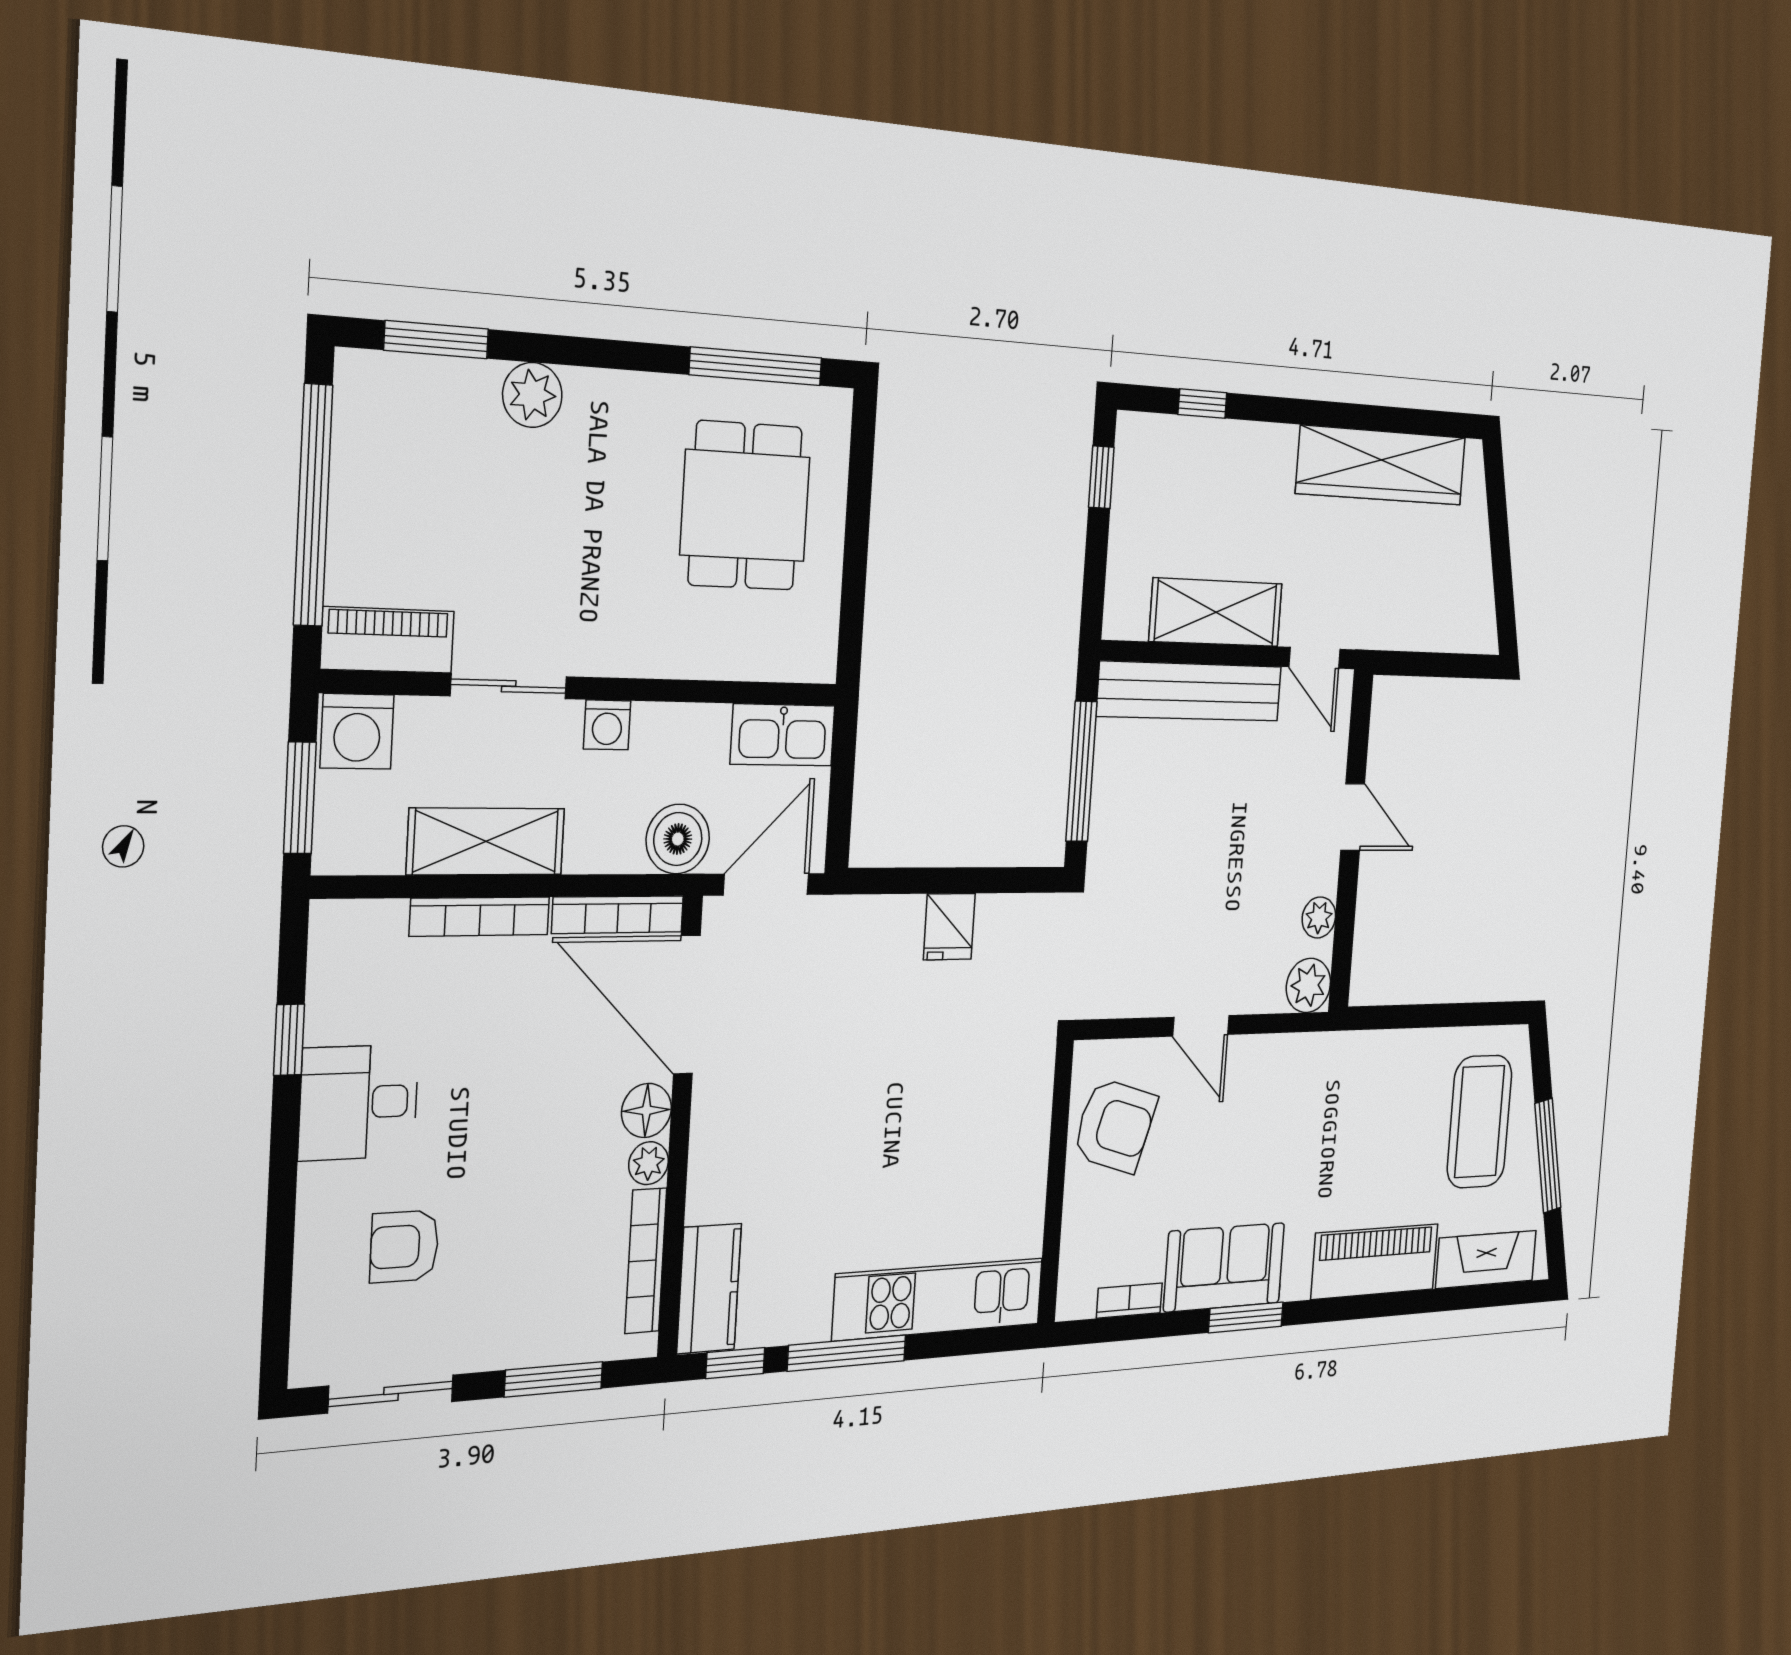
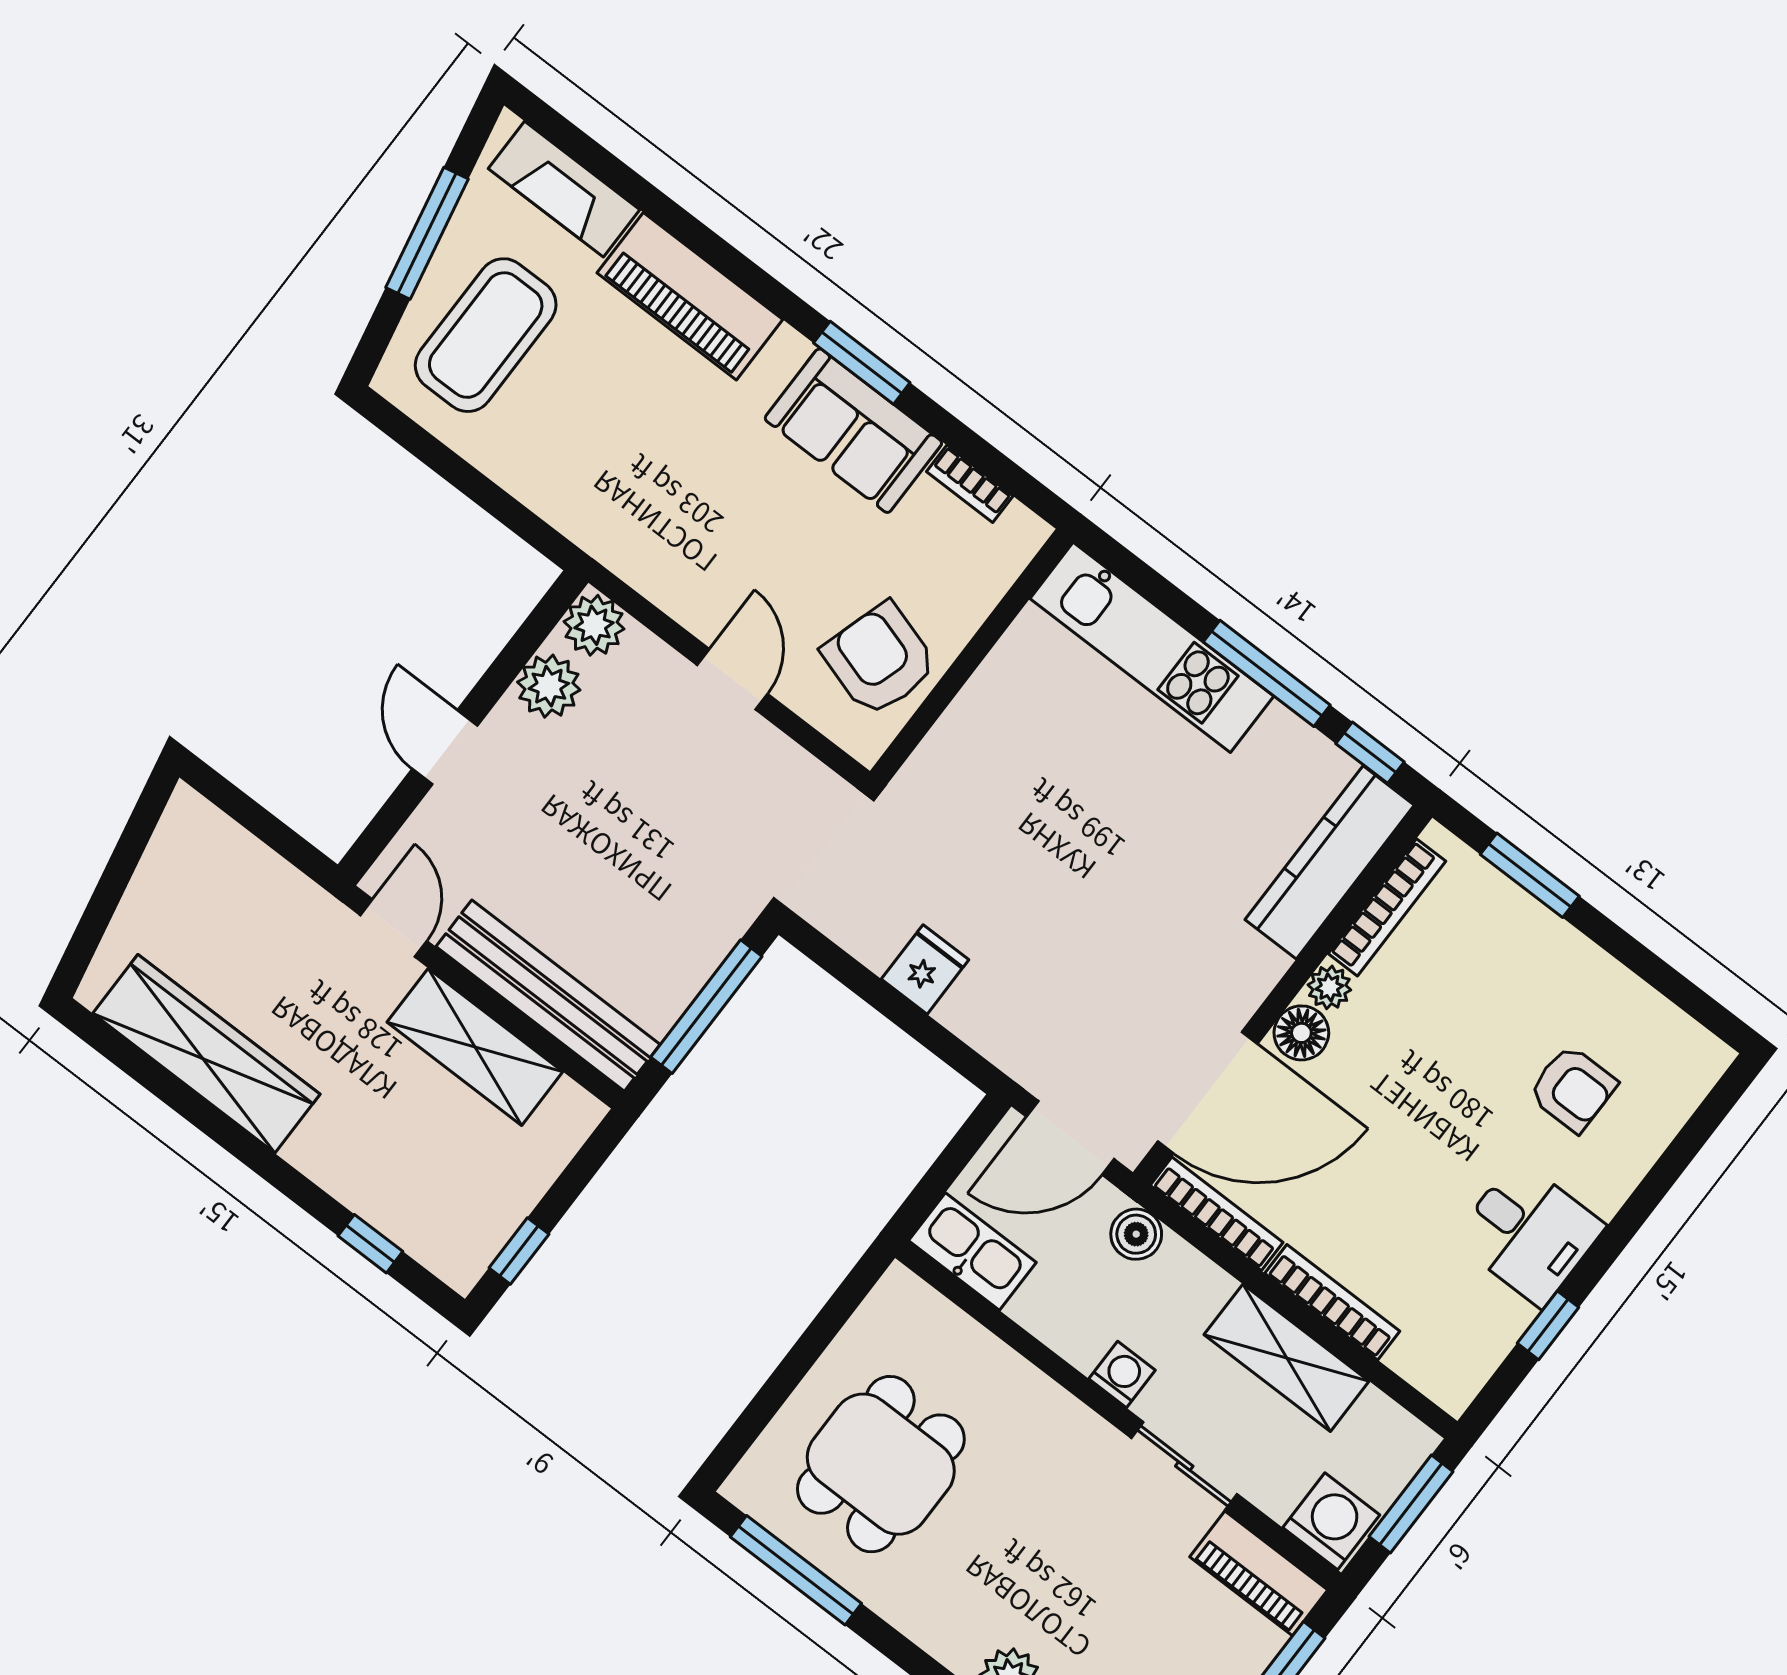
boiler: (678, 839) -> (1136, 1234), width x0.73, depth x0.73
plant: (1319, 917) -> (549, 686), width x1.38, depth x1.38
door: (687, 1005) -> (1208, 1093), hinge flipped
kitchen counter: (709, 1289) -> (1330, 862), width x1.50
sliding door: (391, 1394) -> (1665, 979), removed

